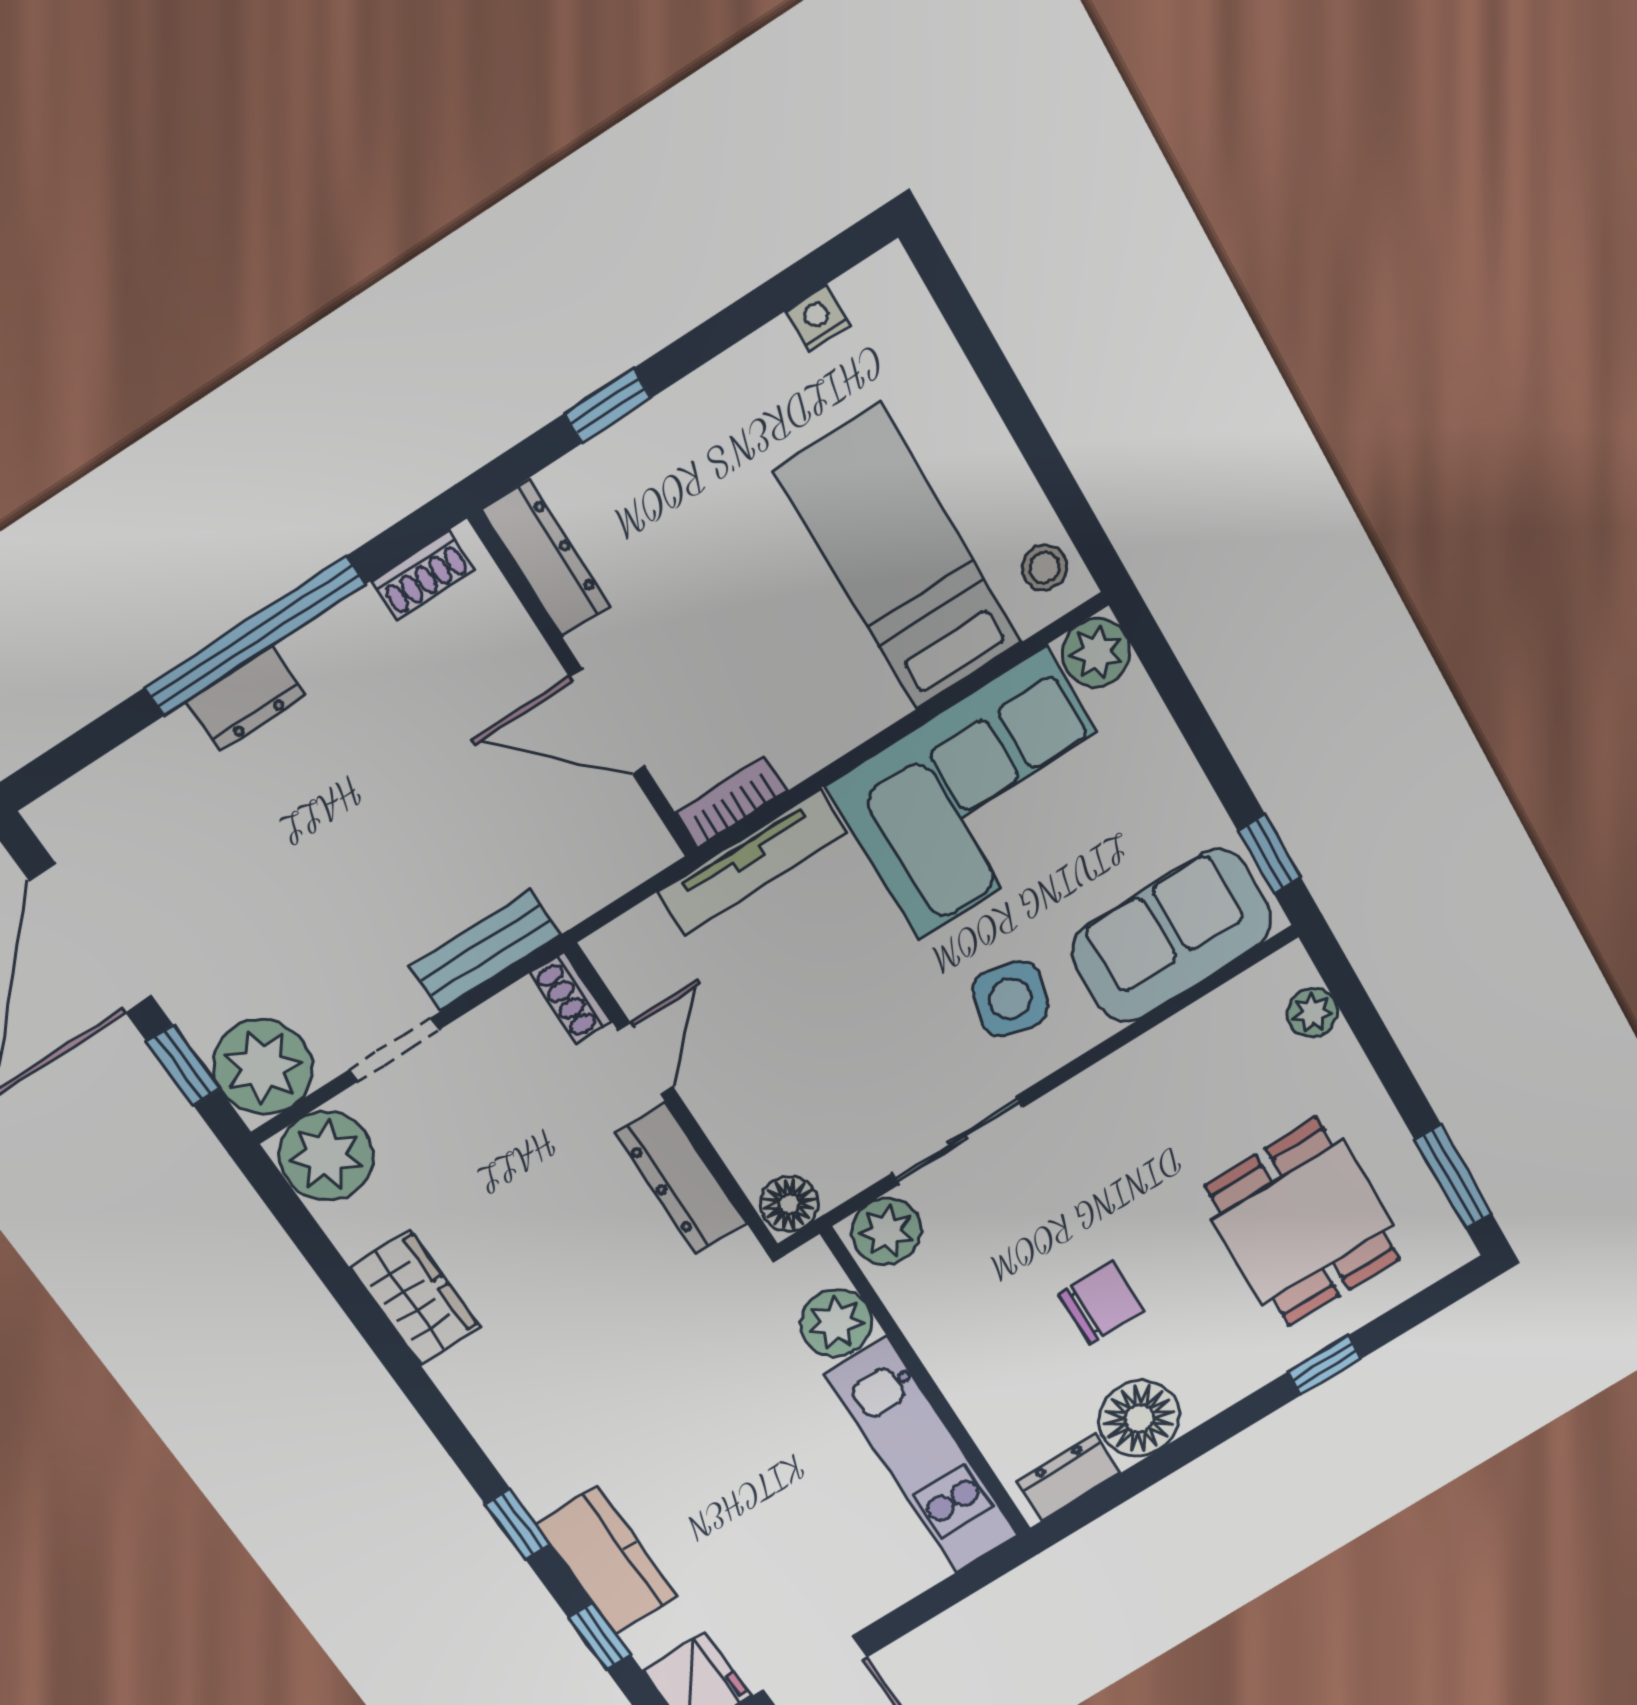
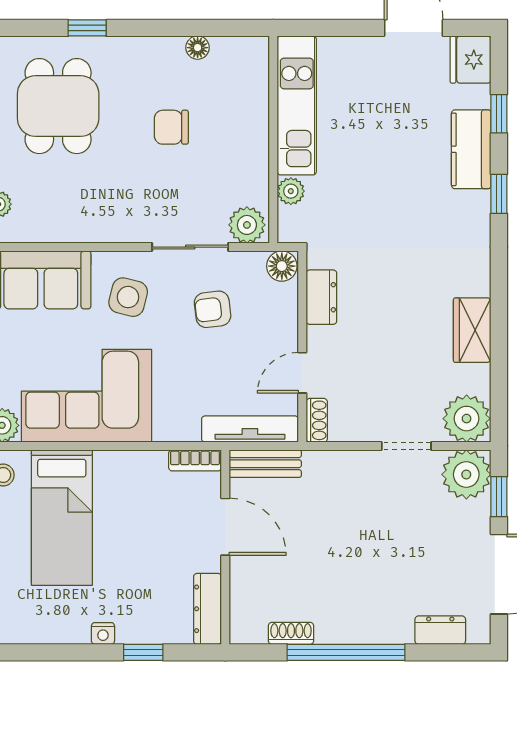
nightstand: (818, 318) -> (103, 633), moved
shoe rack: (423, 575) -> (291, 633), moved
dresser: (246, 699) -> (440, 630), moved
tv unit: (752, 862) -> (250, 429), moved
bench: (485, 951) -> (265, 464), moved
armchair: (859, 1066) -> (213, 309), added
dresser: (681, 1178) -> (321, 297), width x0.70
plant: (836, 1323) -> (291, 191), width x0.73, depth x0.73
floor lamp: (1139, 1418) -> (198, 48), width x0.53, depth x0.53
dresser: (1068, 1477) -> (237, 50), removed

